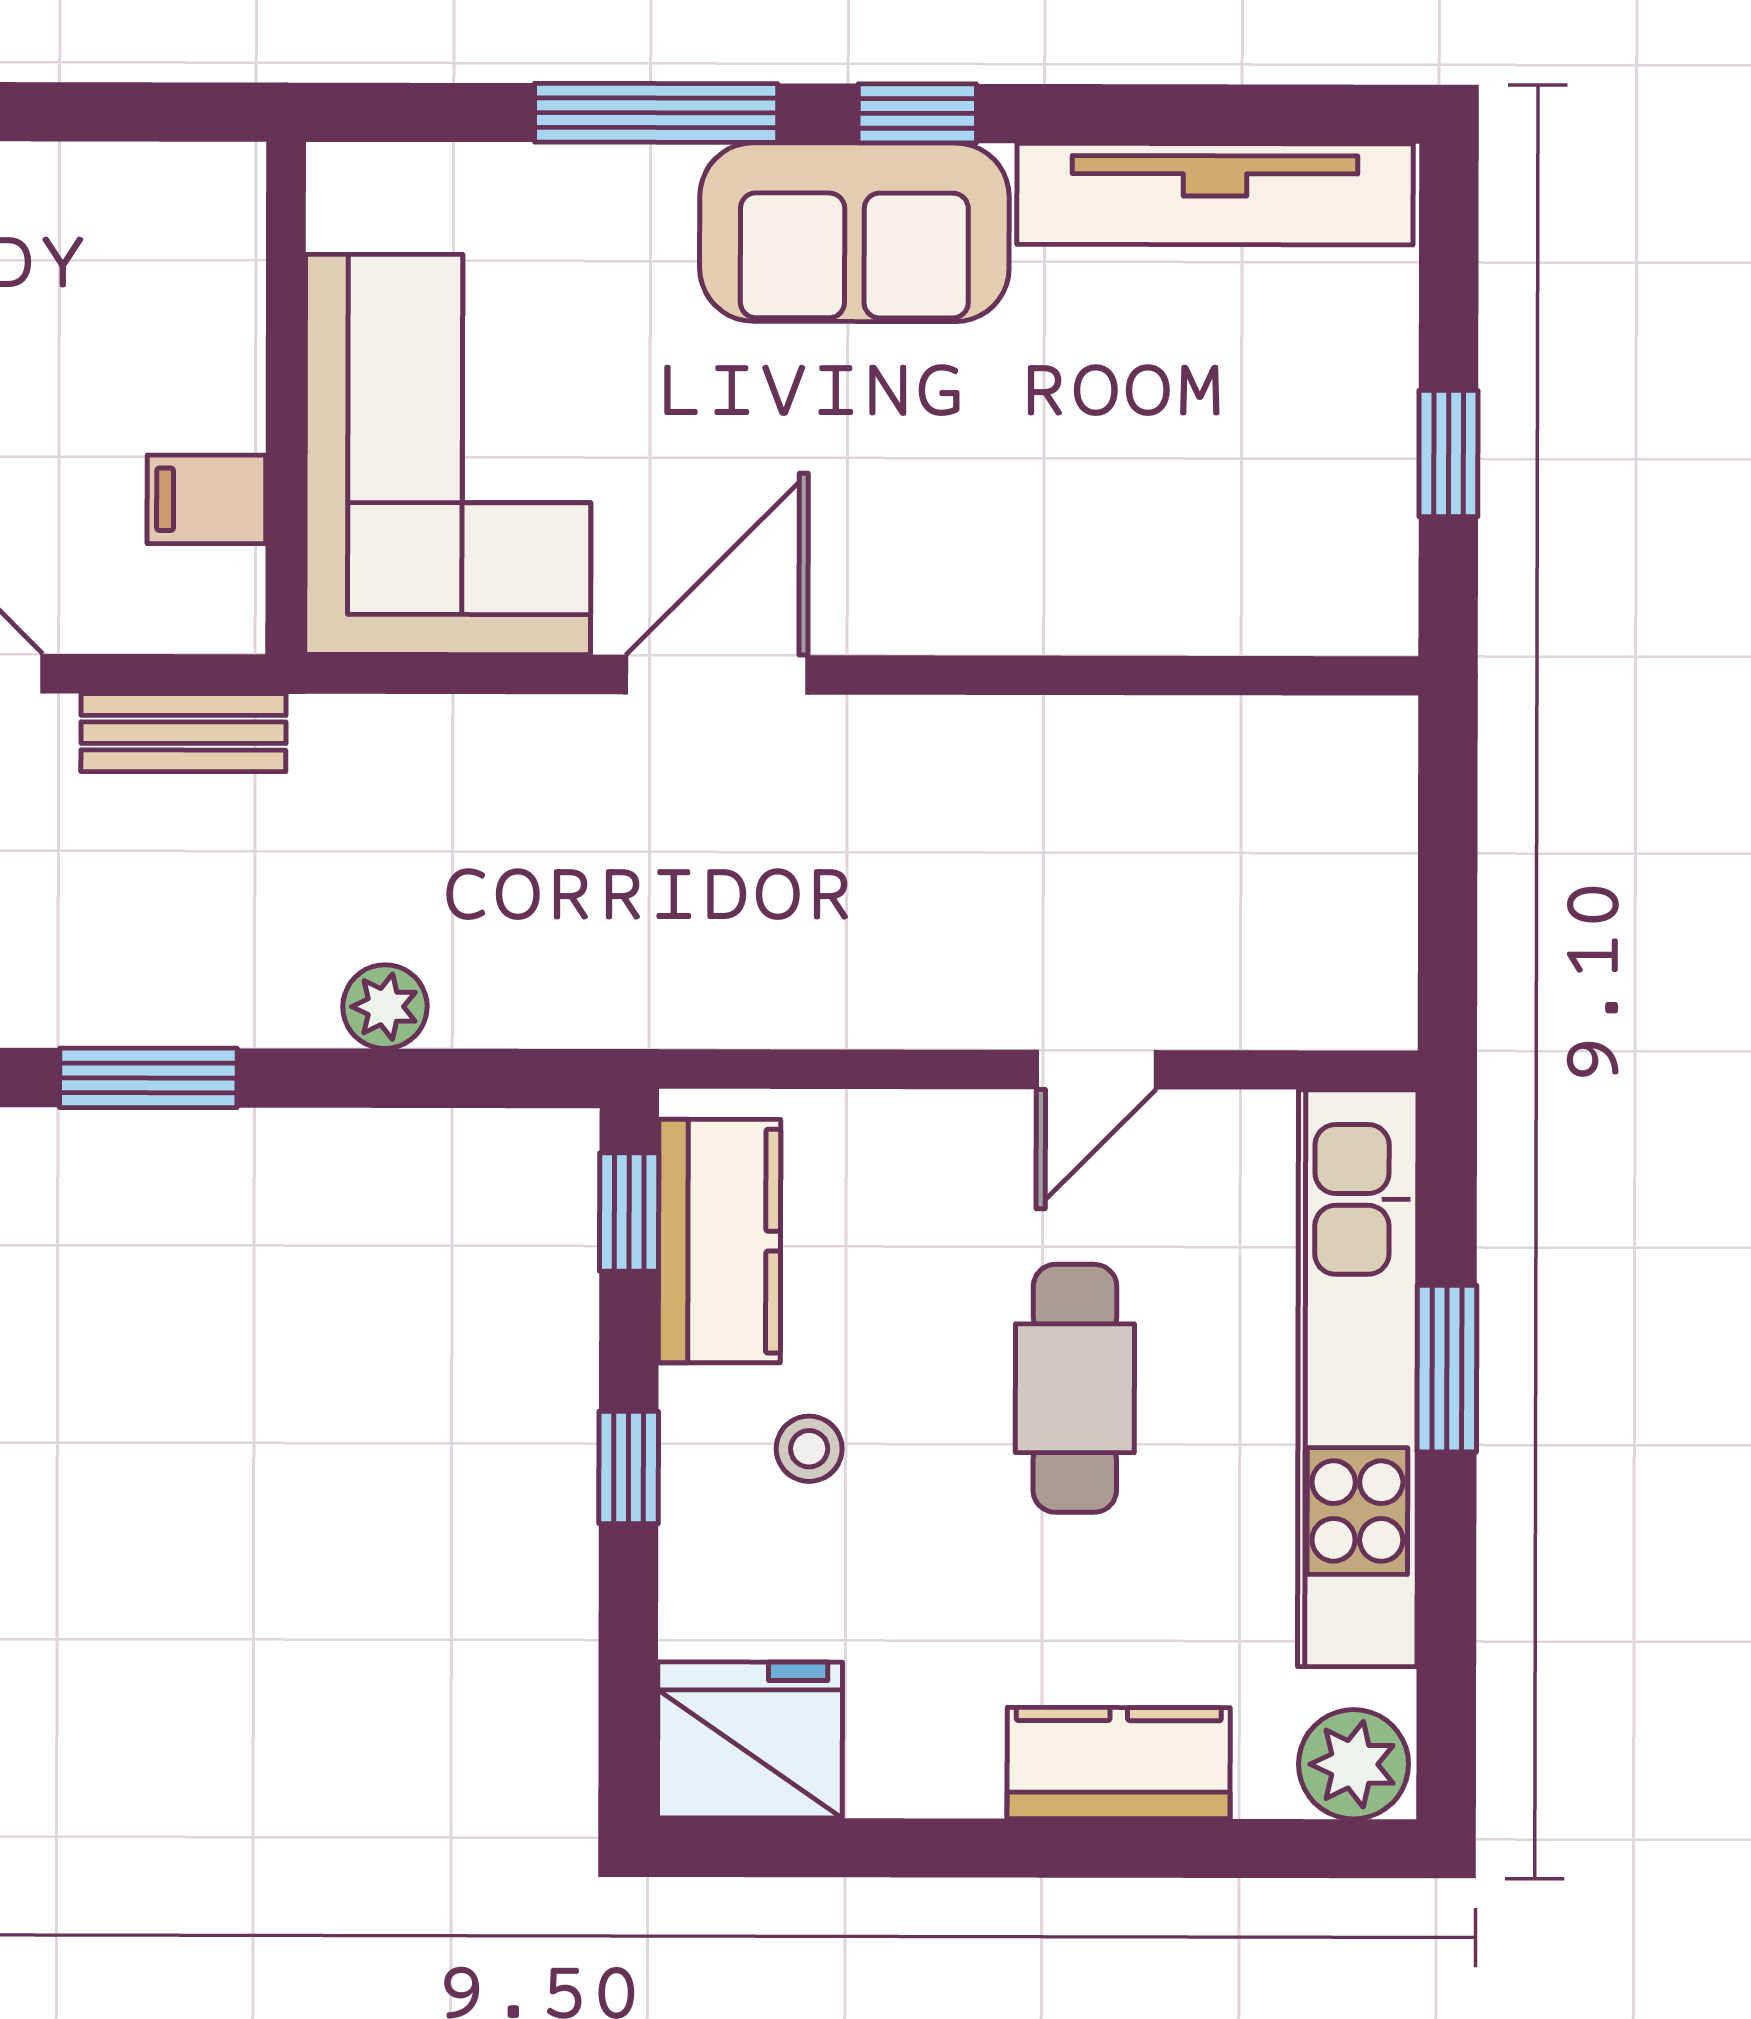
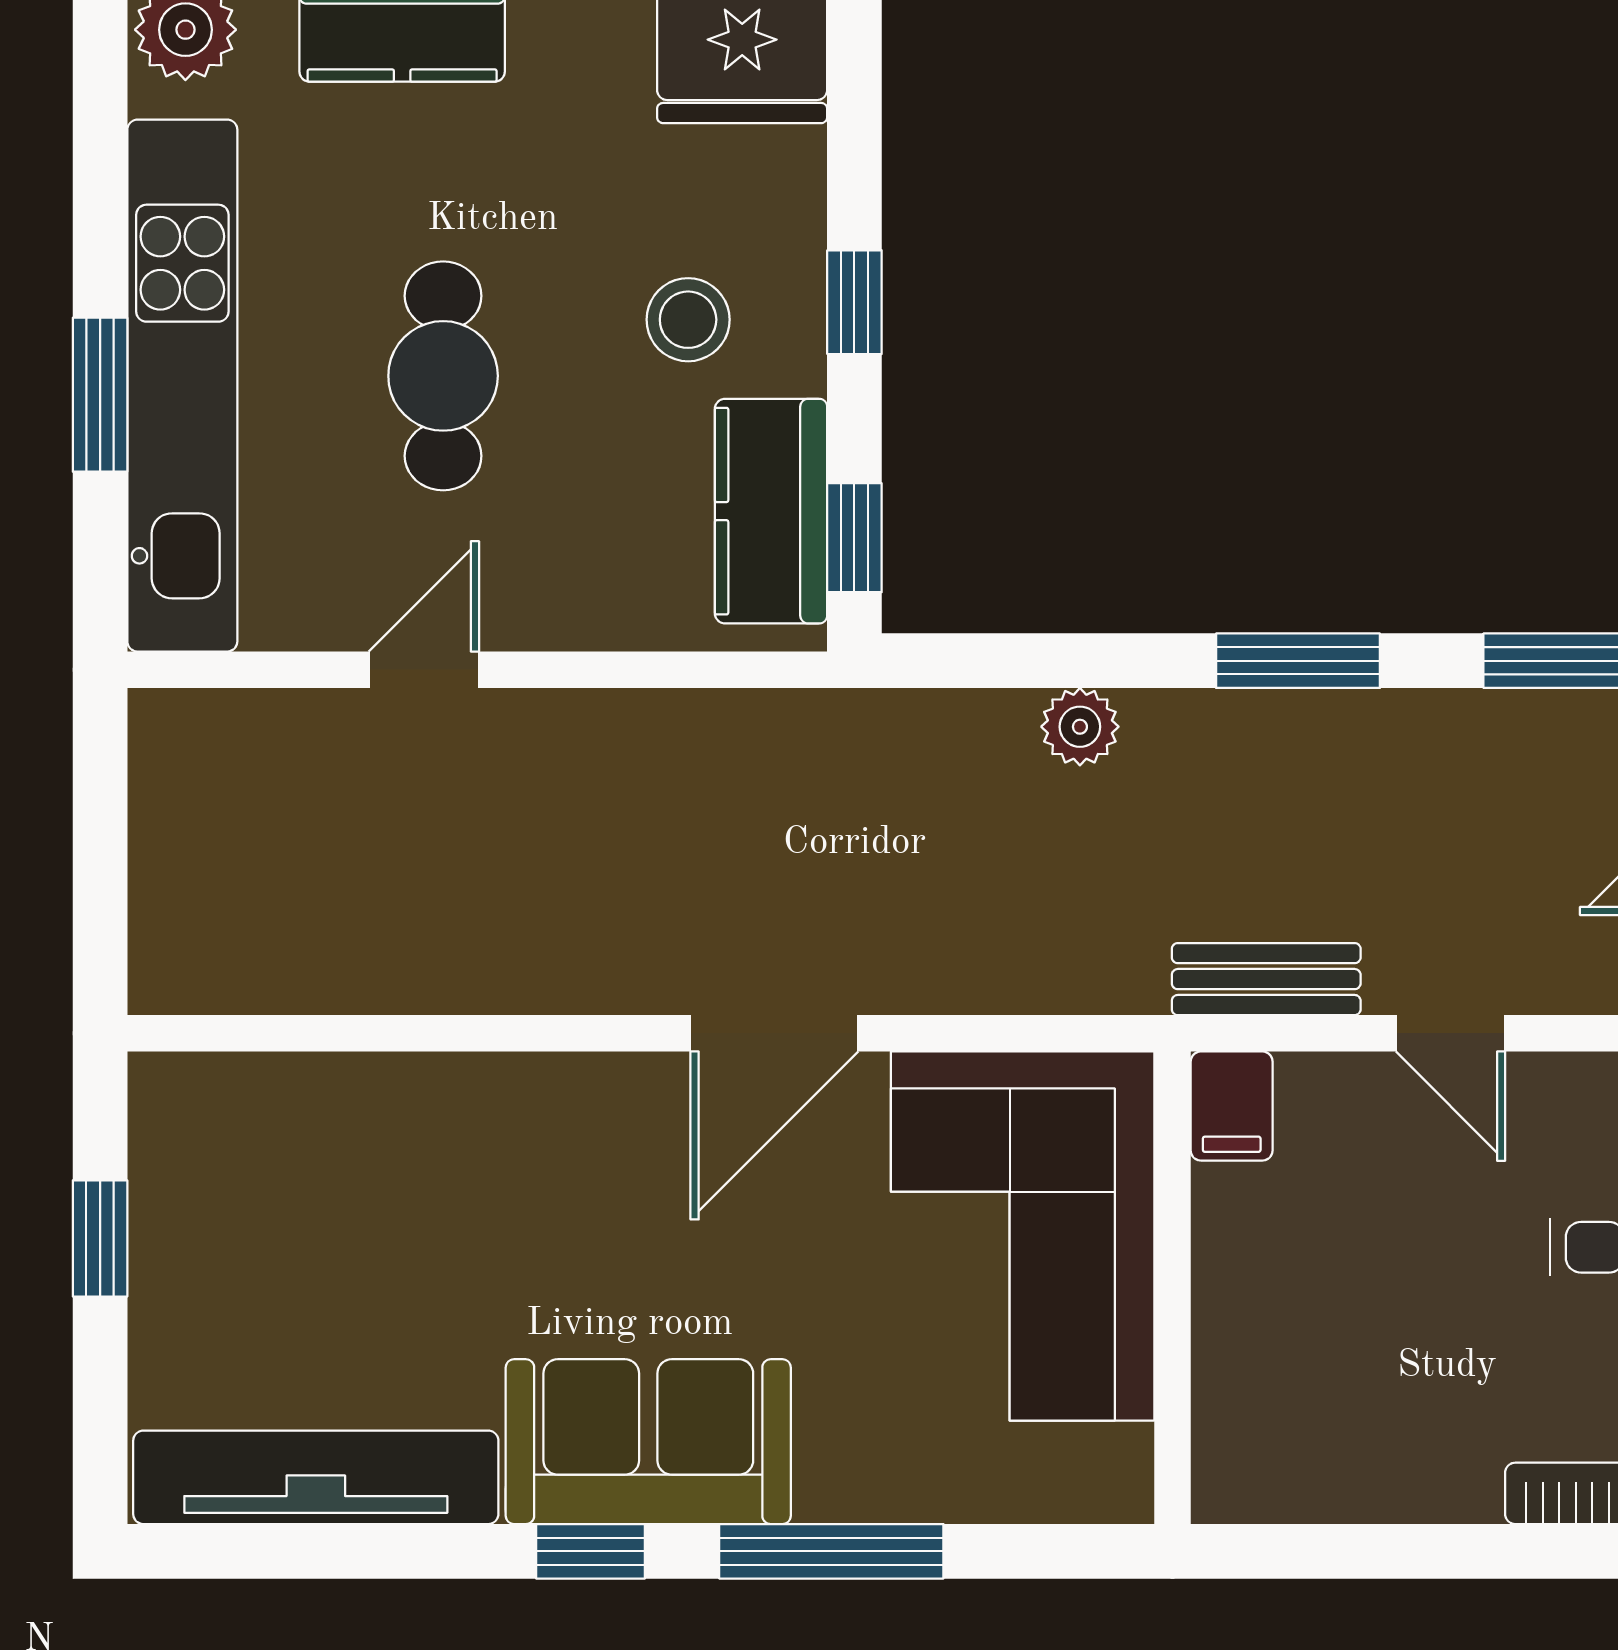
filing cabinet: (206, 499) -> (1232, 1106), moved, turned 90
stool: (809, 1449) -> (688, 320), width x1.37, depth x1.37

